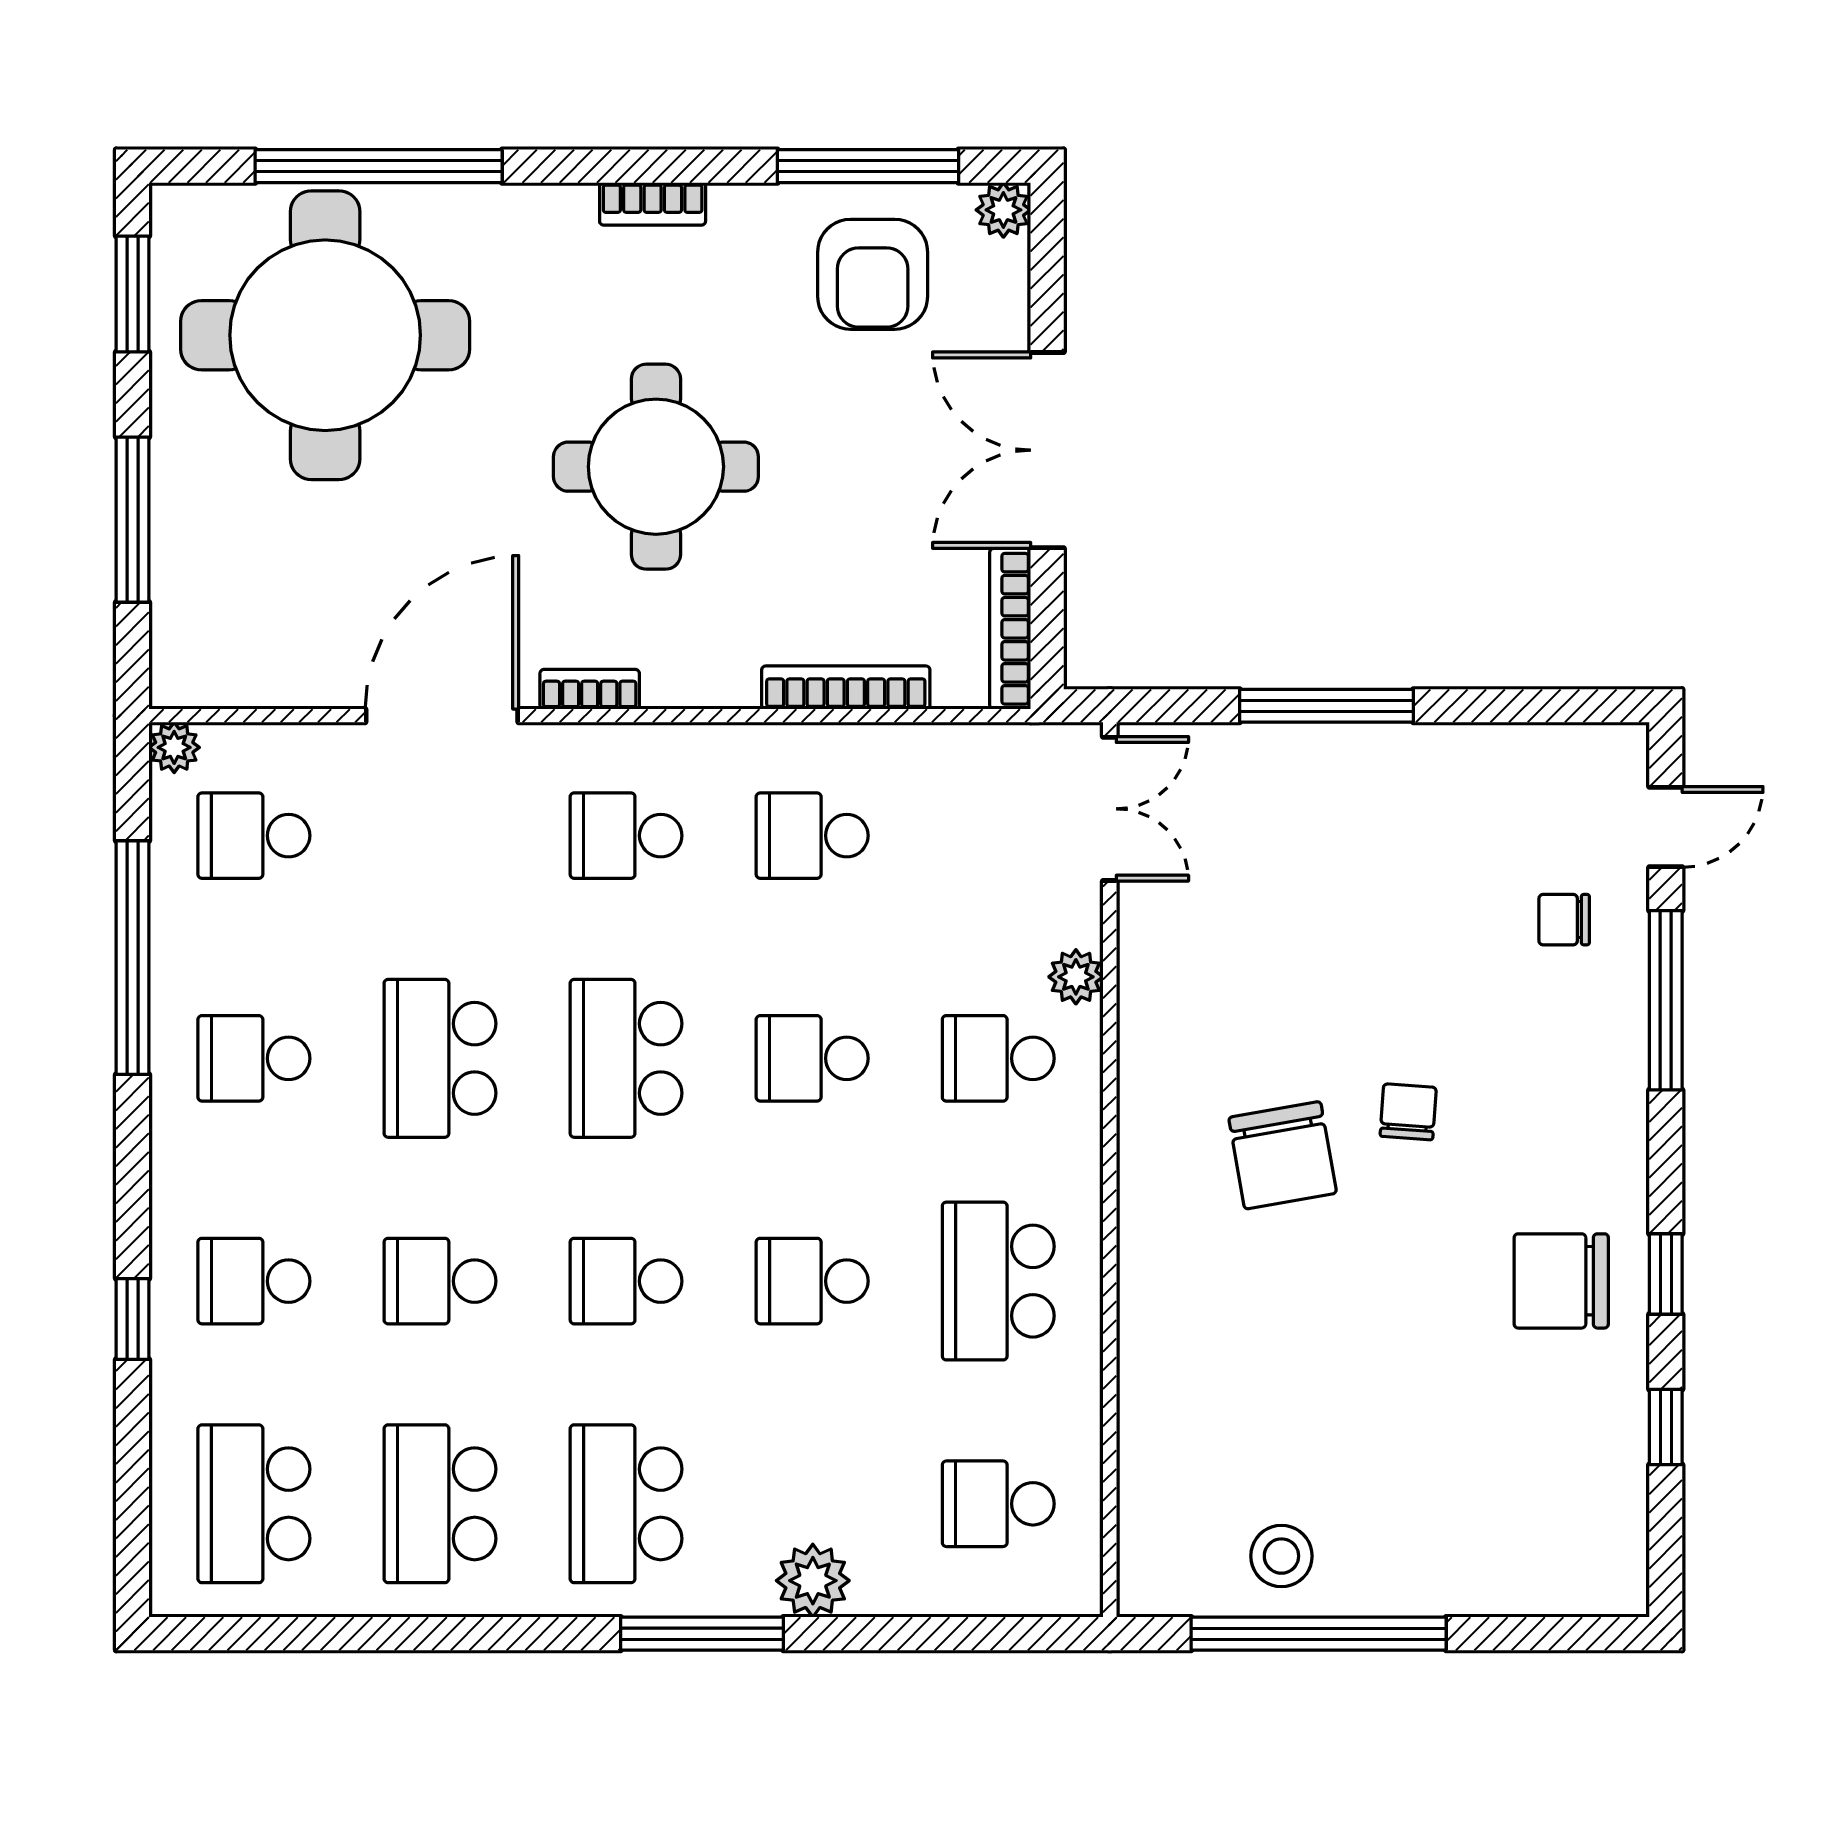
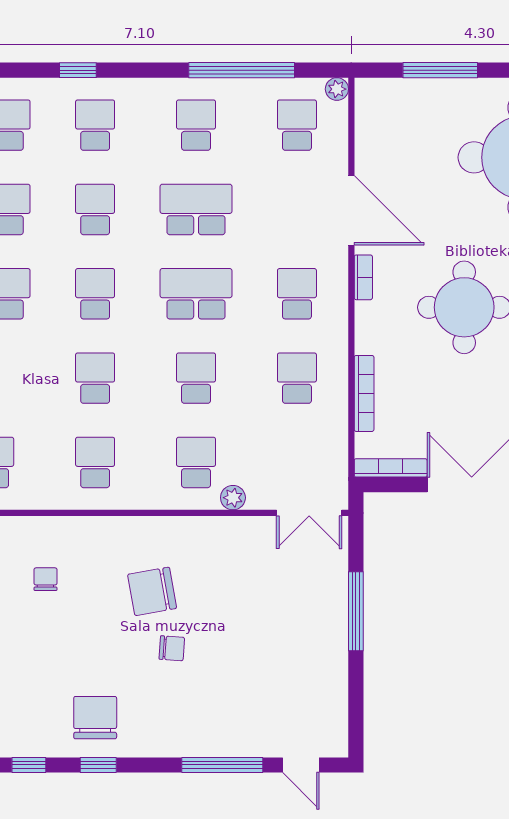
chair: (1564, 920) -> (46, 579), moved
school desk: (998, 1281) -> (95, 462), width x0.54

